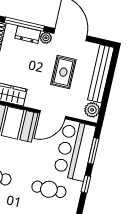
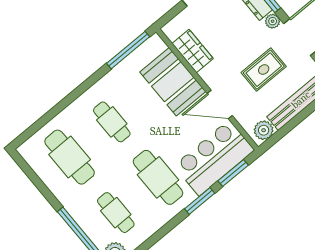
window: (86, 184) -> (200, 201), width x1.50
cafe table: (49, 189) -> (158, 177), width x1.37, depth x1.35

